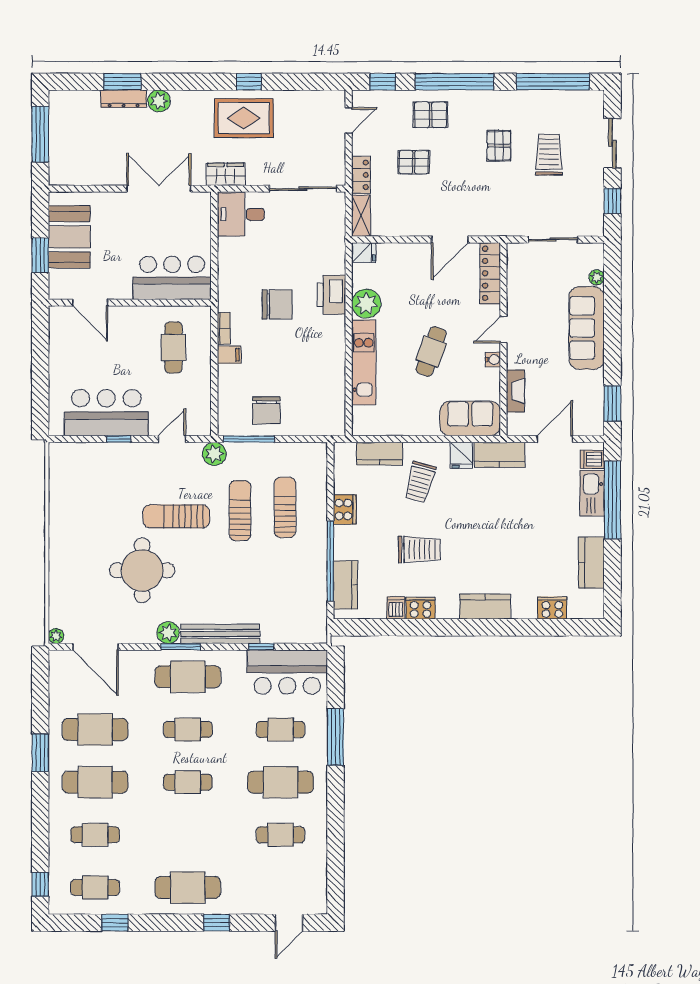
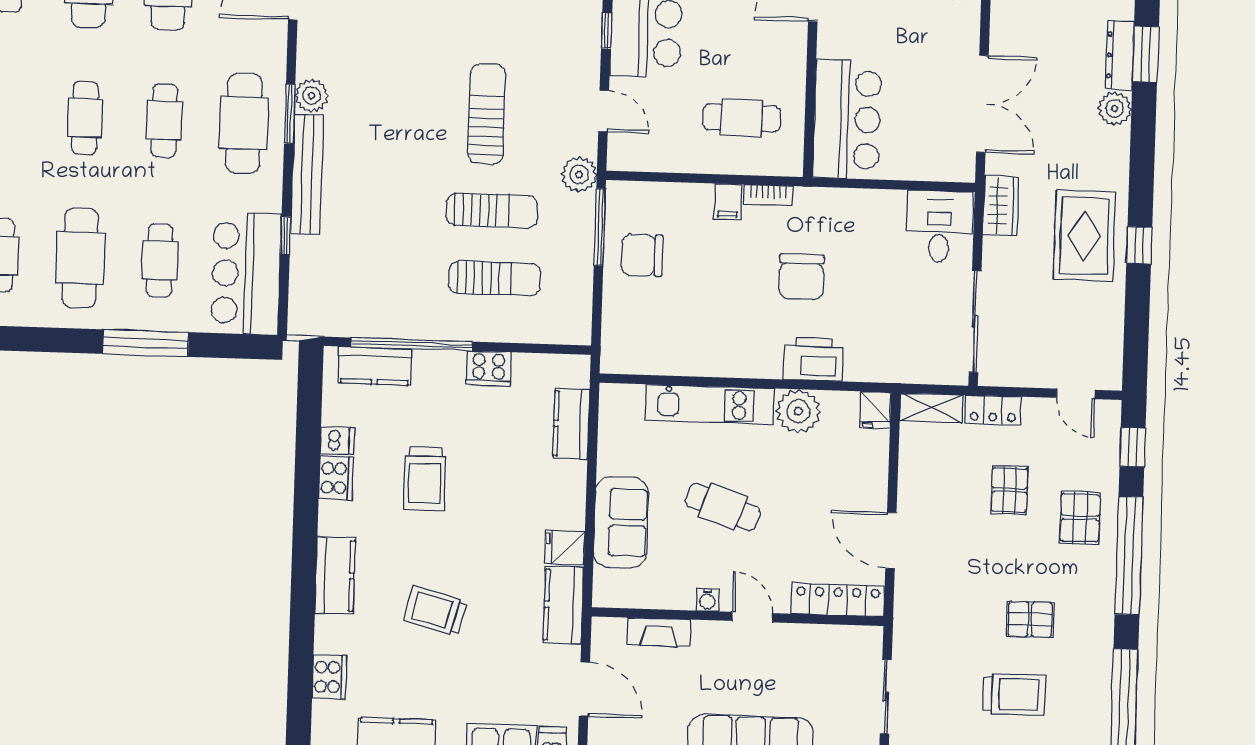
sofa: (470, 419) -> (621, 522), moved
trolley: (420, 482) -> (435, 611), moved
round table: (142, 570) -> (407, 60), removed

